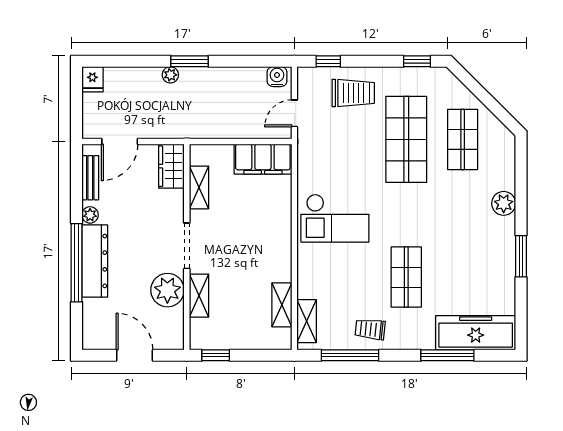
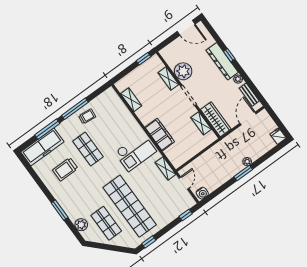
trolley: (353, 93) -> (65, 169), moved
shop shelf: (406, 139) -> (130, 206), width x1.40
filing cabinet: (263, 159) -> (160, 135), moved, turned 90
wardrobe: (171, 166) -> (216, 119), width x1.50
plant: (504, 203) -> (81, 225), moved
checkout: (335, 218) -> (135, 152), turned 180
window: (521, 256) -> (60, 210), moved
window: (76, 263) -> (229, 55), width x0.32
shelving: (307, 321) -> (166, 168), moved
door: (134, 355) -> (186, 28), moved
window: (350, 355) -> (75, 109), moved

